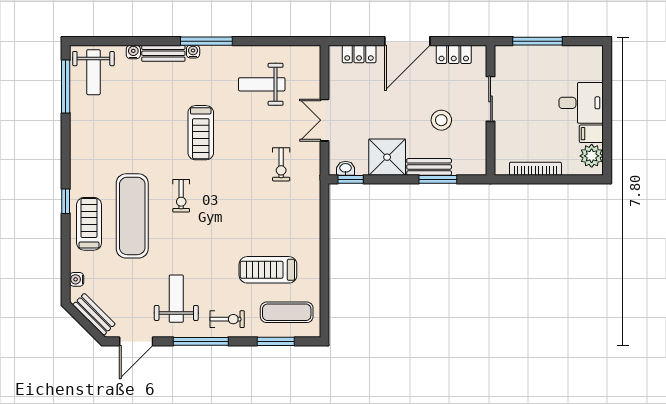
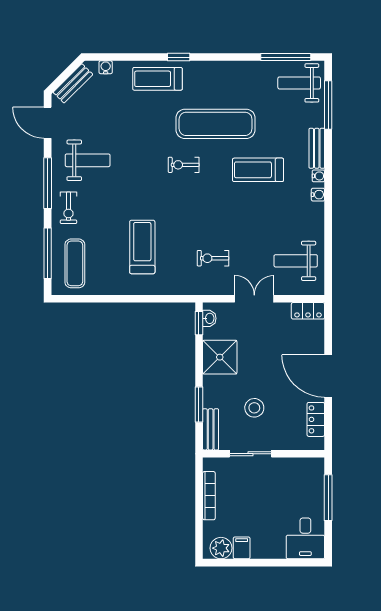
window: (206, 41) -> (328, 105), moved
water cooler: (133, 52) -> (318, 195), moved
locker: (359, 54) -> (308, 311), moved, turned -90
weight bench: (262, 84) -> (296, 261), moved, turned -90
sliding door: (491, 99) -> (251, 454), moved
desk: (581, 103) -> (305, 538), moved
treadmill: (201, 133) -> (258, 170), moved
bench: (429, 167) -> (211, 429), moved
exercise mat: (132, 216) -> (216, 124), moved
treadmill: (89, 224) -> (157, 79), turned 180
treadmill: (268, 270) -> (142, 247), moved
window: (276, 341) -> (48, 253), width x1.44

